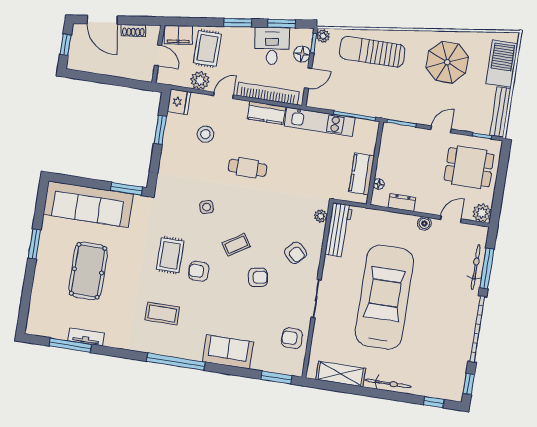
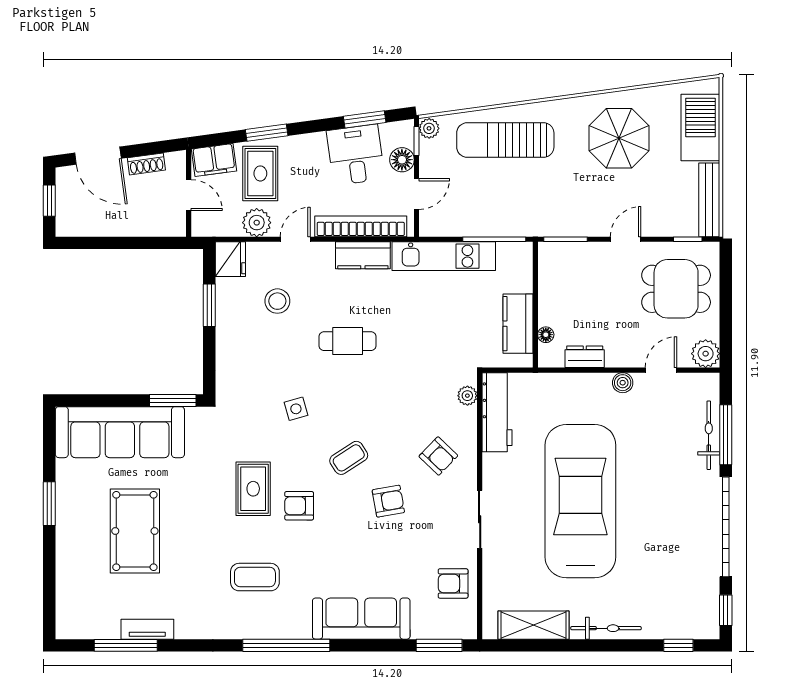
window: (238, 23) -> (267, 133), moved
sofa: (228, 352) -> (361, 619), width x1.36

